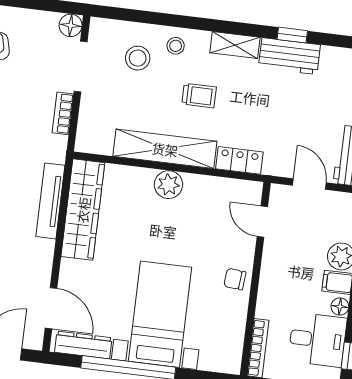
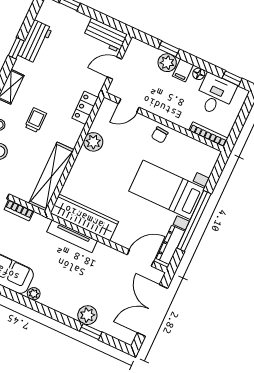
workbench: (289, 56) -> (35, 42), moved
shelving: (165, 149) -> (51, 176), moved
plant: (168, 185) -> (93, 142), moved

